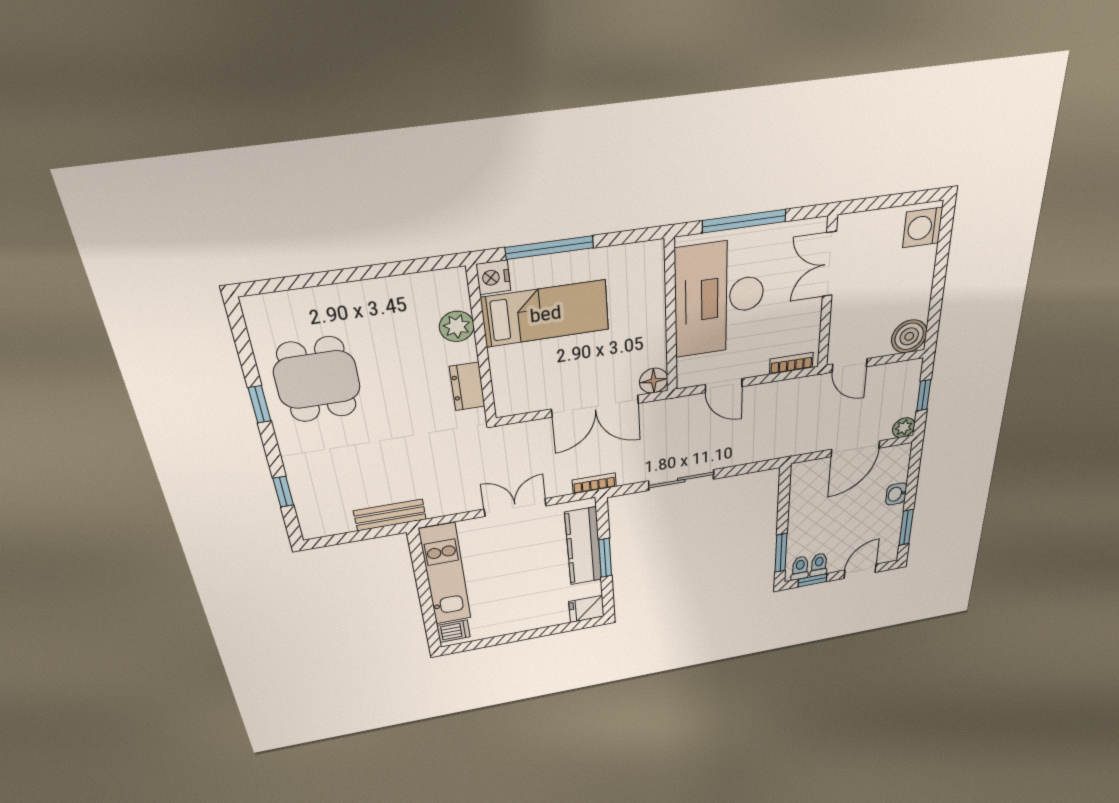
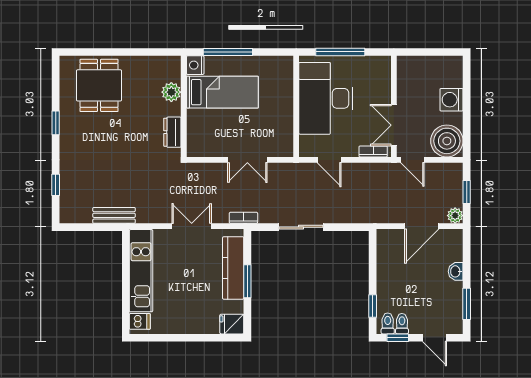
washing machine: (923, 228) -> (452, 100), moved
double door: (829, 264) -> (394, 125), moved
boiler: (909, 336) -> (447, 141), width x1.37, depth x1.37
dining table: (317, 380) -> (99, 85), moved
floor lamp: (654, 381) -> (285, 148), removed
double door: (595, 406) -> (247, 160), width x0.73
window: (781, 553) -> (373, 306), width x0.67
door: (860, 571) -> (435, 338), swing flipped

